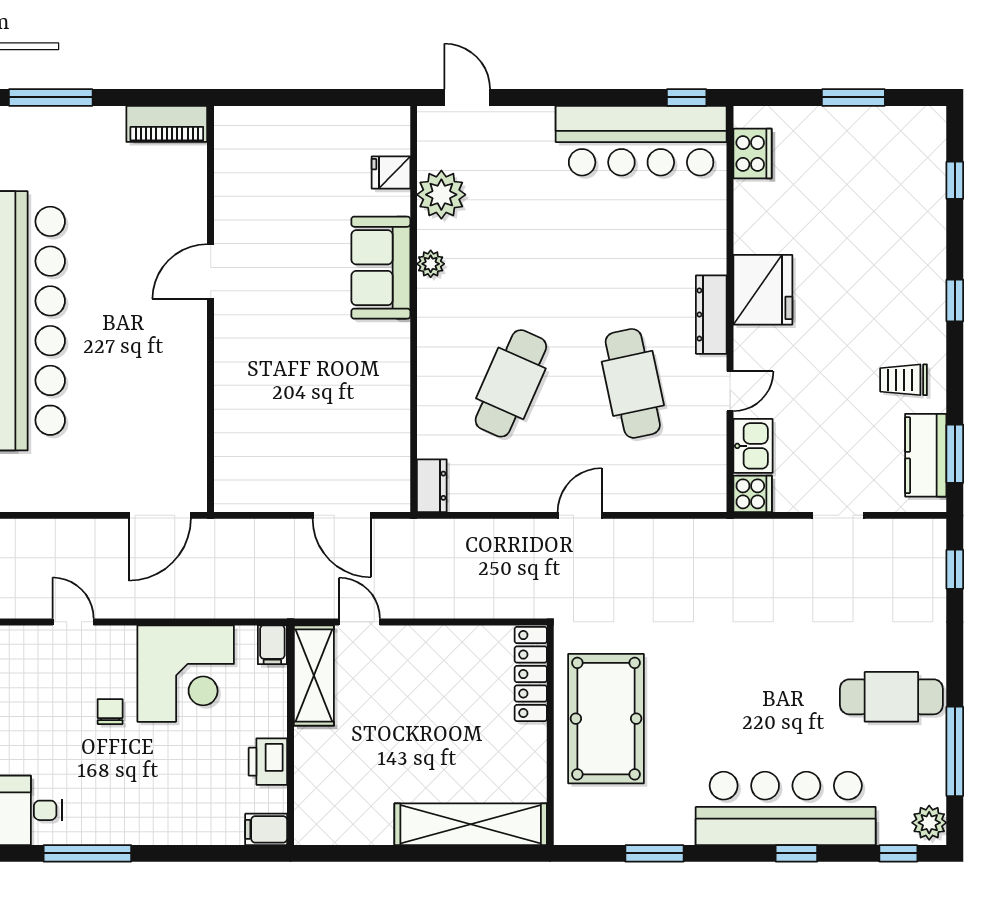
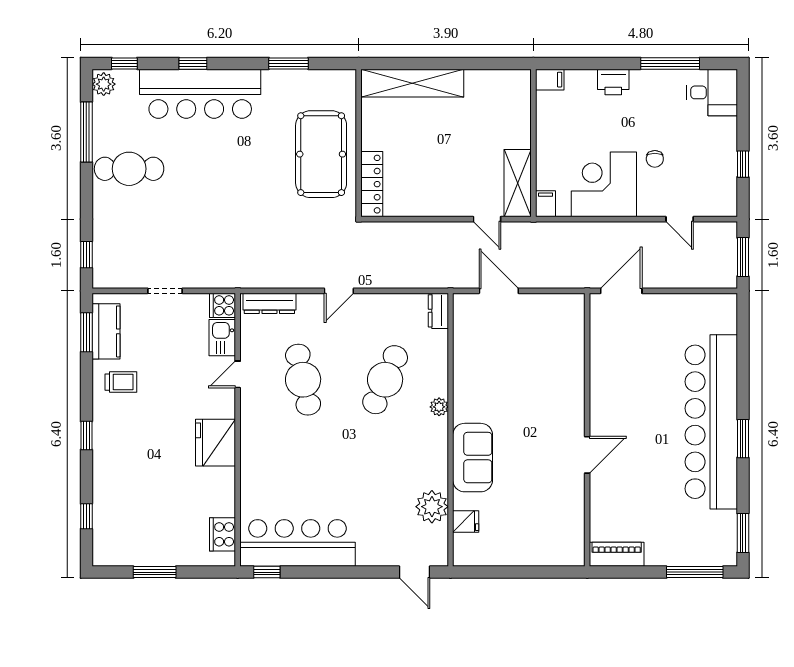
plant: (431, 264) -> (439, 407), moved
dresser: (711, 315) -> (269, 303), moved, turned 90
printer: (268, 762) -> (613, 82), moved, turned 90

